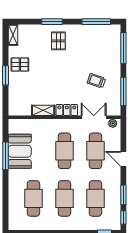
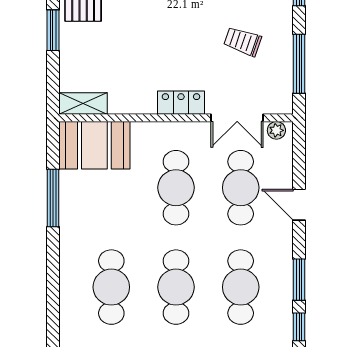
shelving: (43, 110) -> (83, 103), moved
double door: (94, 117) -> (237, 118), swing flipped
booth: (20, 151) -> (94, 145), moved, turned 90

